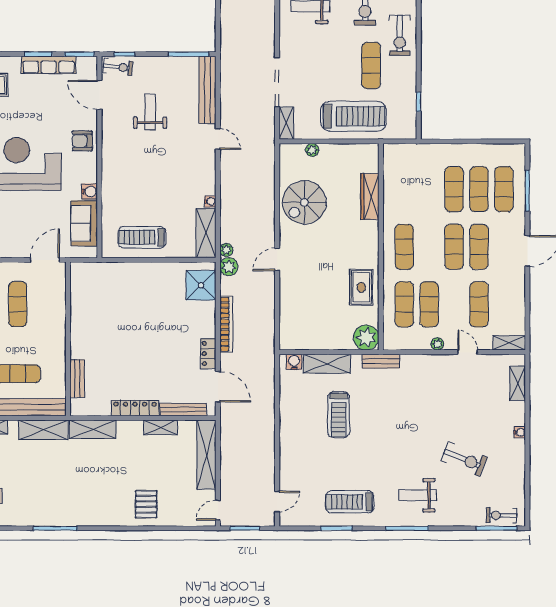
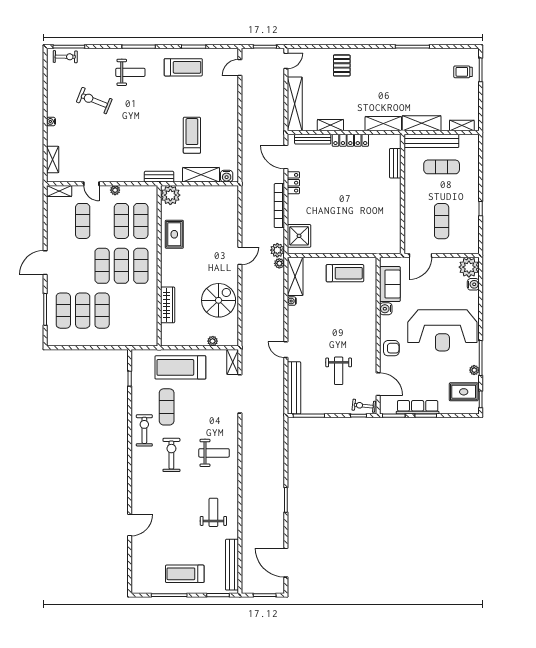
exercise mat: (479, 247) -> (121, 266), moved

